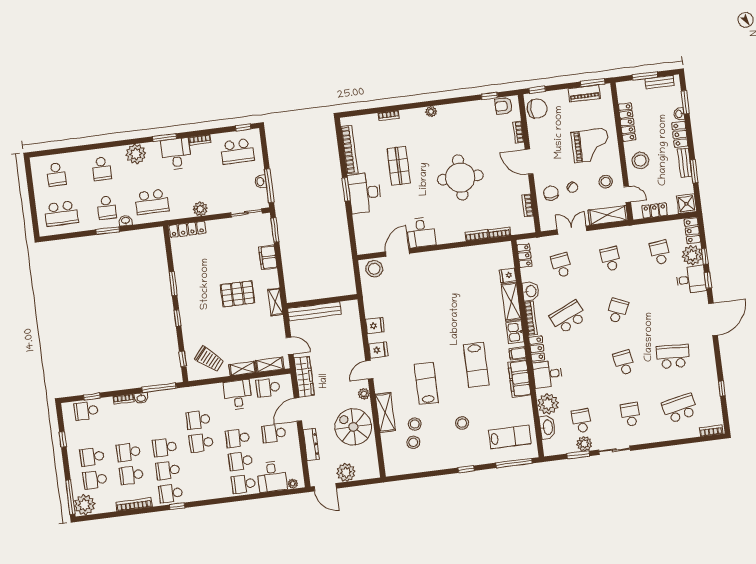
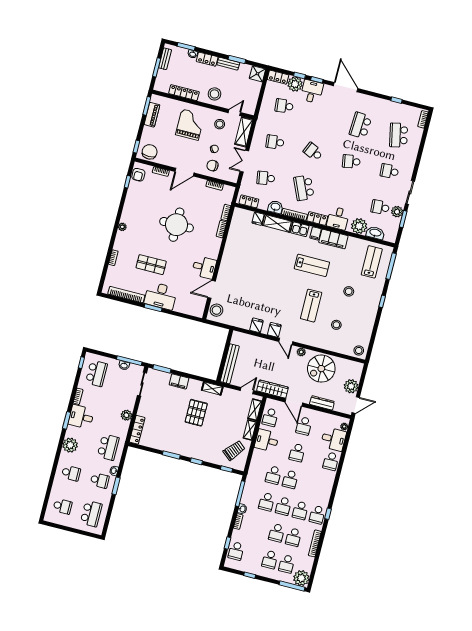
locker: (655, 210) -> (253, 98), removed
door: (397, 253) -> (212, 289), hinge flipped
lab bench: (426, 384) -> (311, 306), turned -90
shelving: (385, 412) -> (320, 342), removed
stool: (413, 442) -> (359, 350), moved
school desk: (241, 461) -> (267, 502), moved

